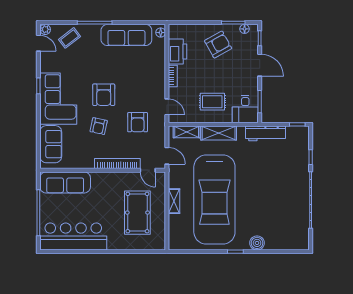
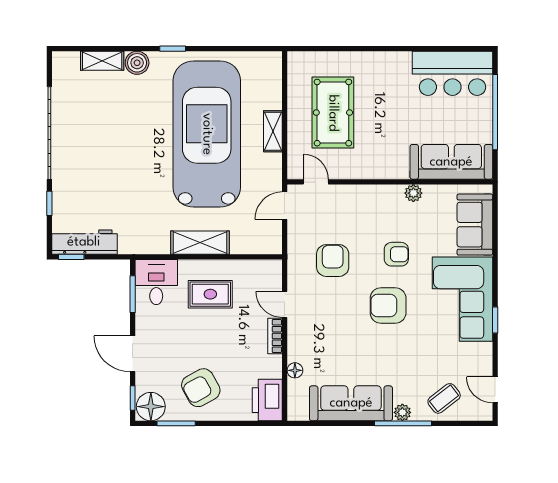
plant: (45, 29) -> (402, 412), moved
floor lamp: (245, 29) -> (151, 407), width x1.89, depth x1.89
floor lamp: (161, 33) -> (295, 370), moved
printer: (178, 51) -> (267, 400), moved
armchair: (104, 95) -> (388, 305), turned -90
door: (167, 107) -> (285, 305), moved
armchair: (99, 126) -> (396, 254), turned 78
shelving: (187, 132) -> (102, 61), moved
workbench: (266, 133) -> (84, 242), moved
door: (167, 156) -> (285, 206), hinge flipped
plant: (88, 163) -> (413, 193), added
bookcase: (117, 164) -> (366, 193), removed
bar counter: (73, 237) -> (453, 73), width x0.73

